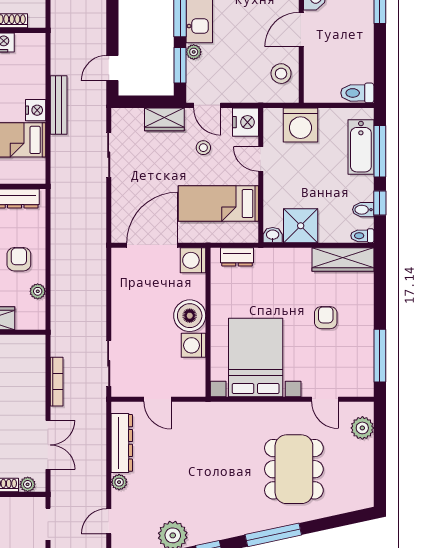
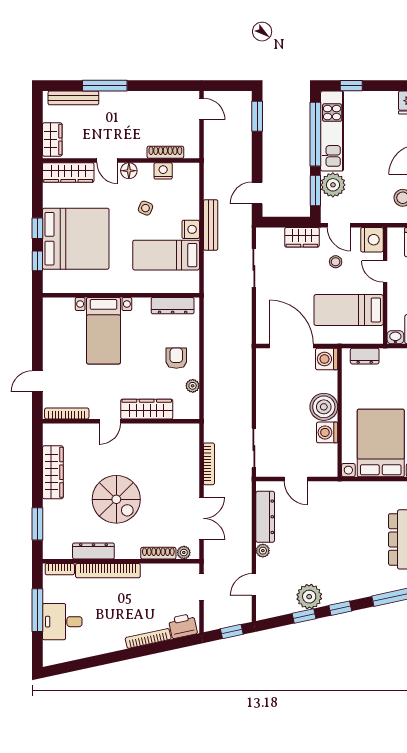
plant: (194, 52) -> (333, 185), width x1.88, depth x1.88
door: (152, 245) -> (291, 346), hinge flipped

